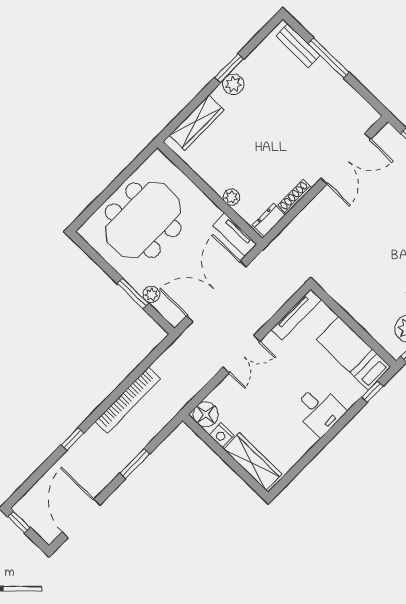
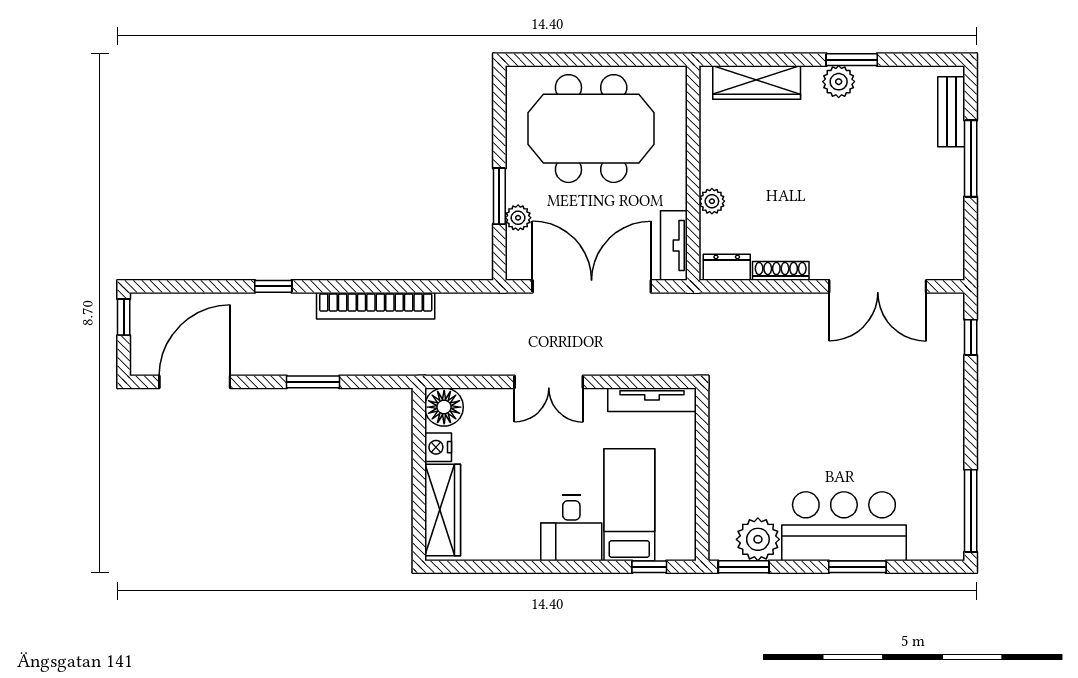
bed: (353, 353) -> (629, 505), moved

